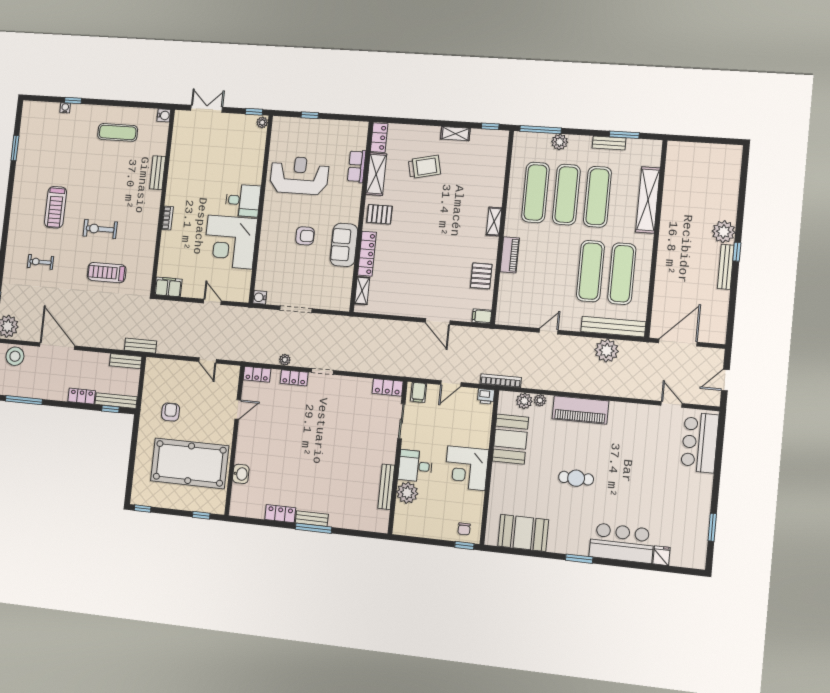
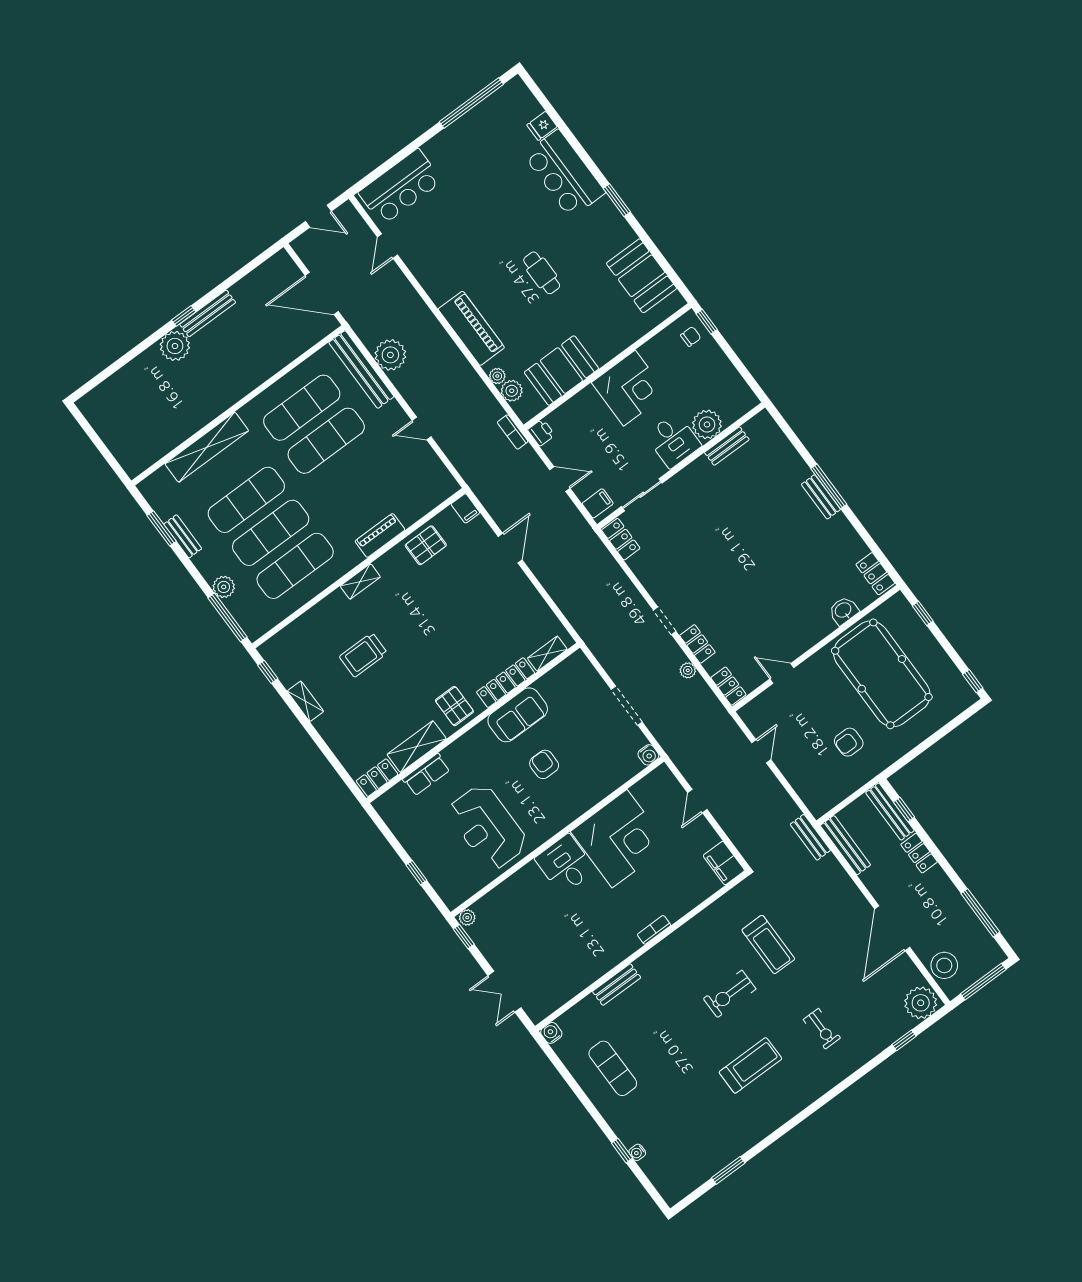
trolley: (424, 167) -> (363, 655), moved, turned -77
exercise bike: (100, 229) -> (730, 994), turned 90
bench: (126, 361) -> (845, 845), width x1.36
bookcase: (501, 381) -> (513, 432), width x0.64
bench: (386, 487) -> (727, 446), width x0.73
locker: (280, 514) -> (875, 574), moved
window: (712, 527) -> (471, 103), width x2.11

